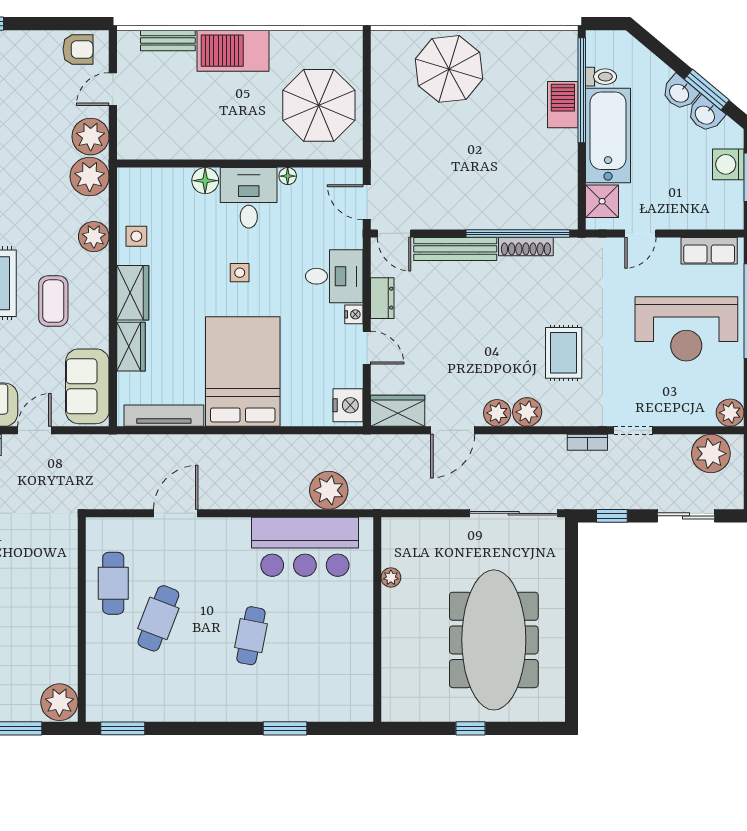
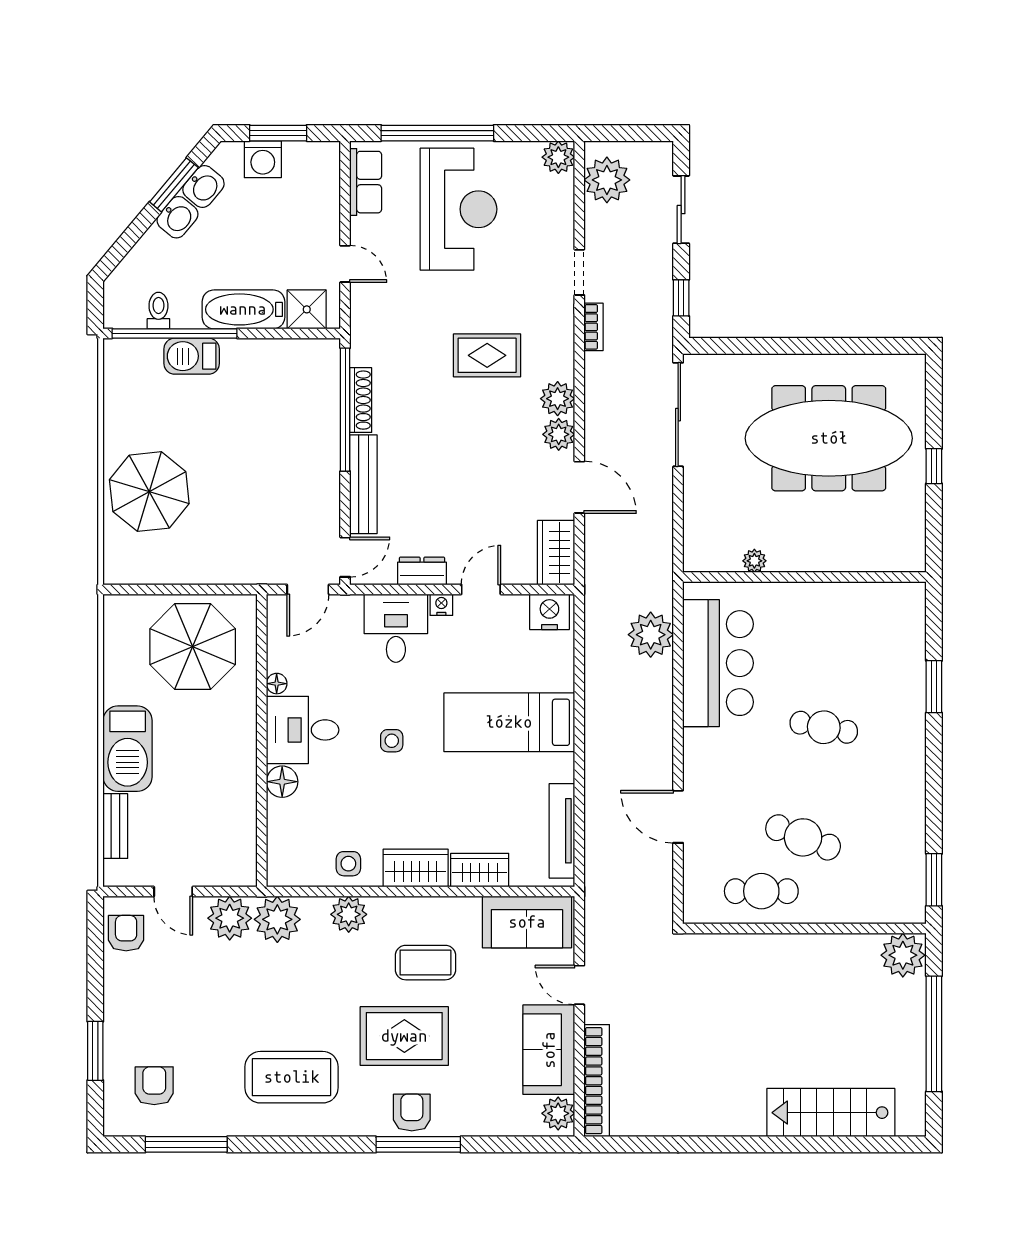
bathtub: (608, 135) -> (243, 309), width x0.73, depth x0.73
bed: (243, 372) -> (509, 722), width x0.67

